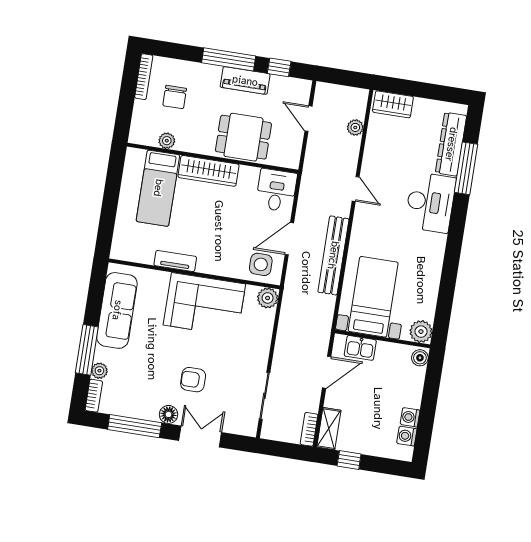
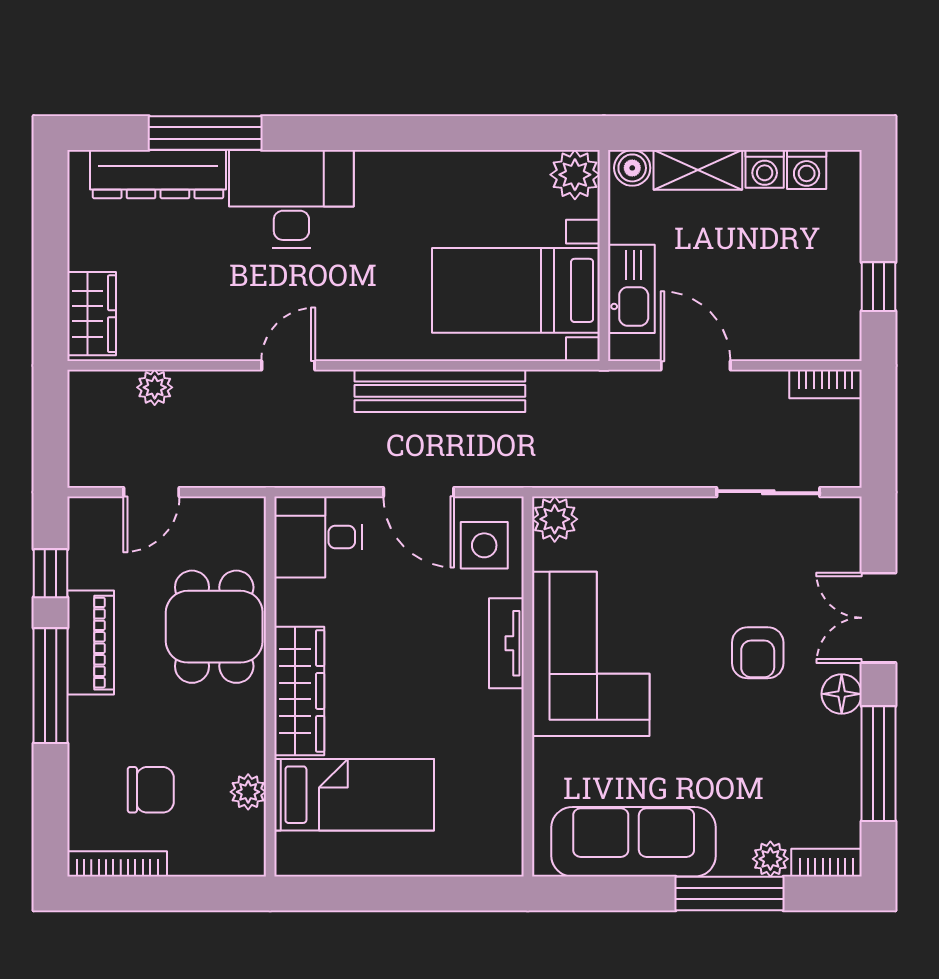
tv unit: (175, 261) -> (506, 643), moved
kitchen sink: (360, 348) -> (631, 289), width x1.38
shelving: (329, 429) -> (698, 170), moved

